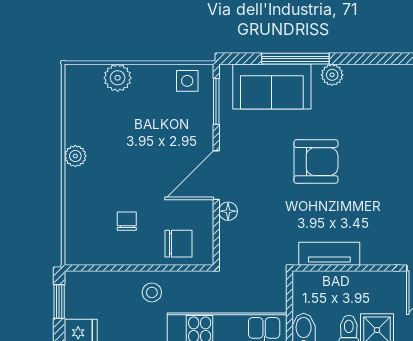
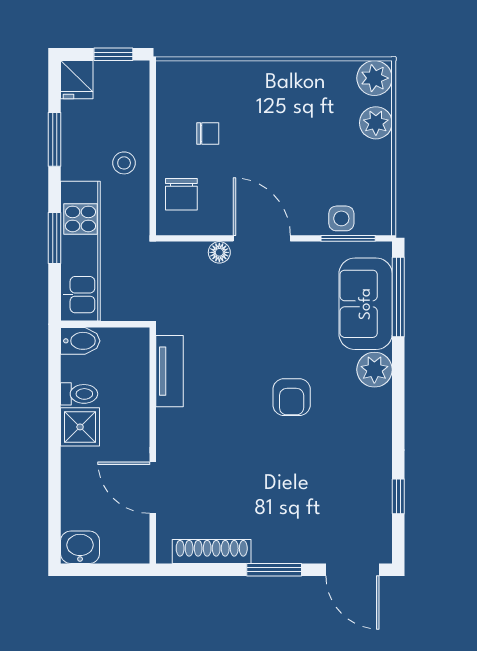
window: (295, 59) -> (398, 297), moved
plant: (332, 75) -> (374, 370), width x1.38, depth x1.38
side table: (187, 81) -> (341, 218), moved
plant: (75, 156) -> (374, 78), moved, width x1.38, depth x1.38
armchair: (316, 162) -> (292, 397), moved, width x0.72, depth x0.72

